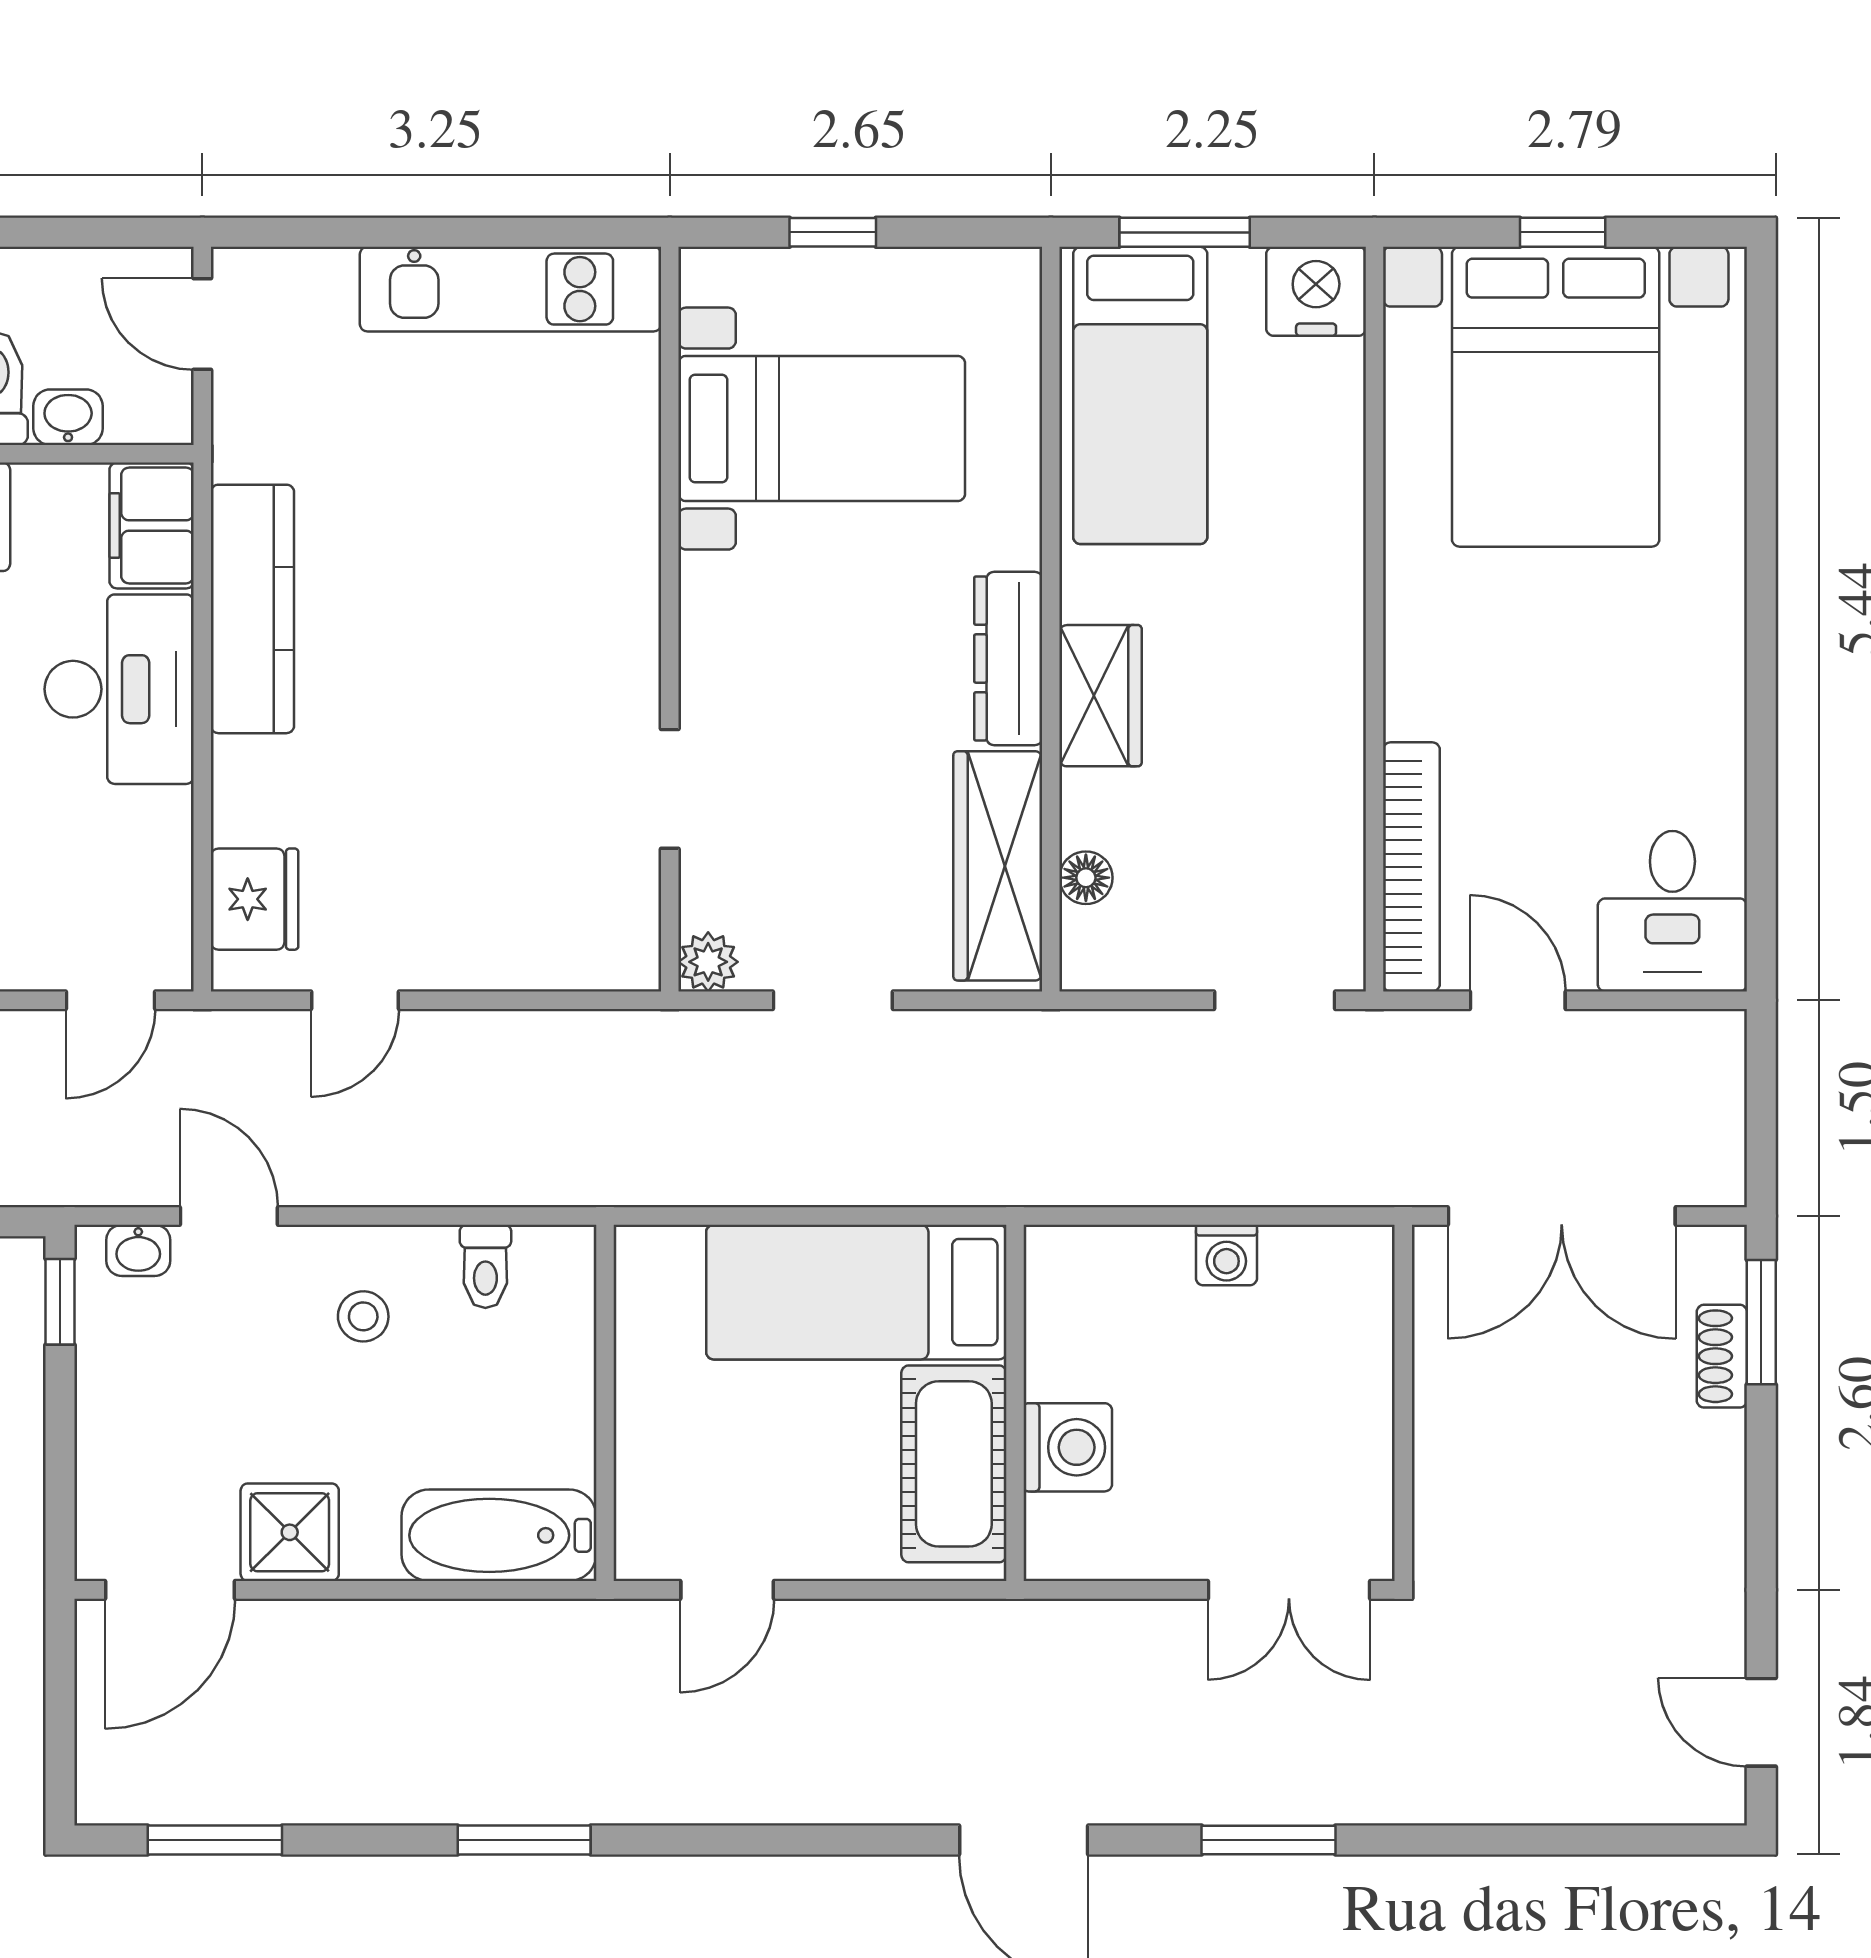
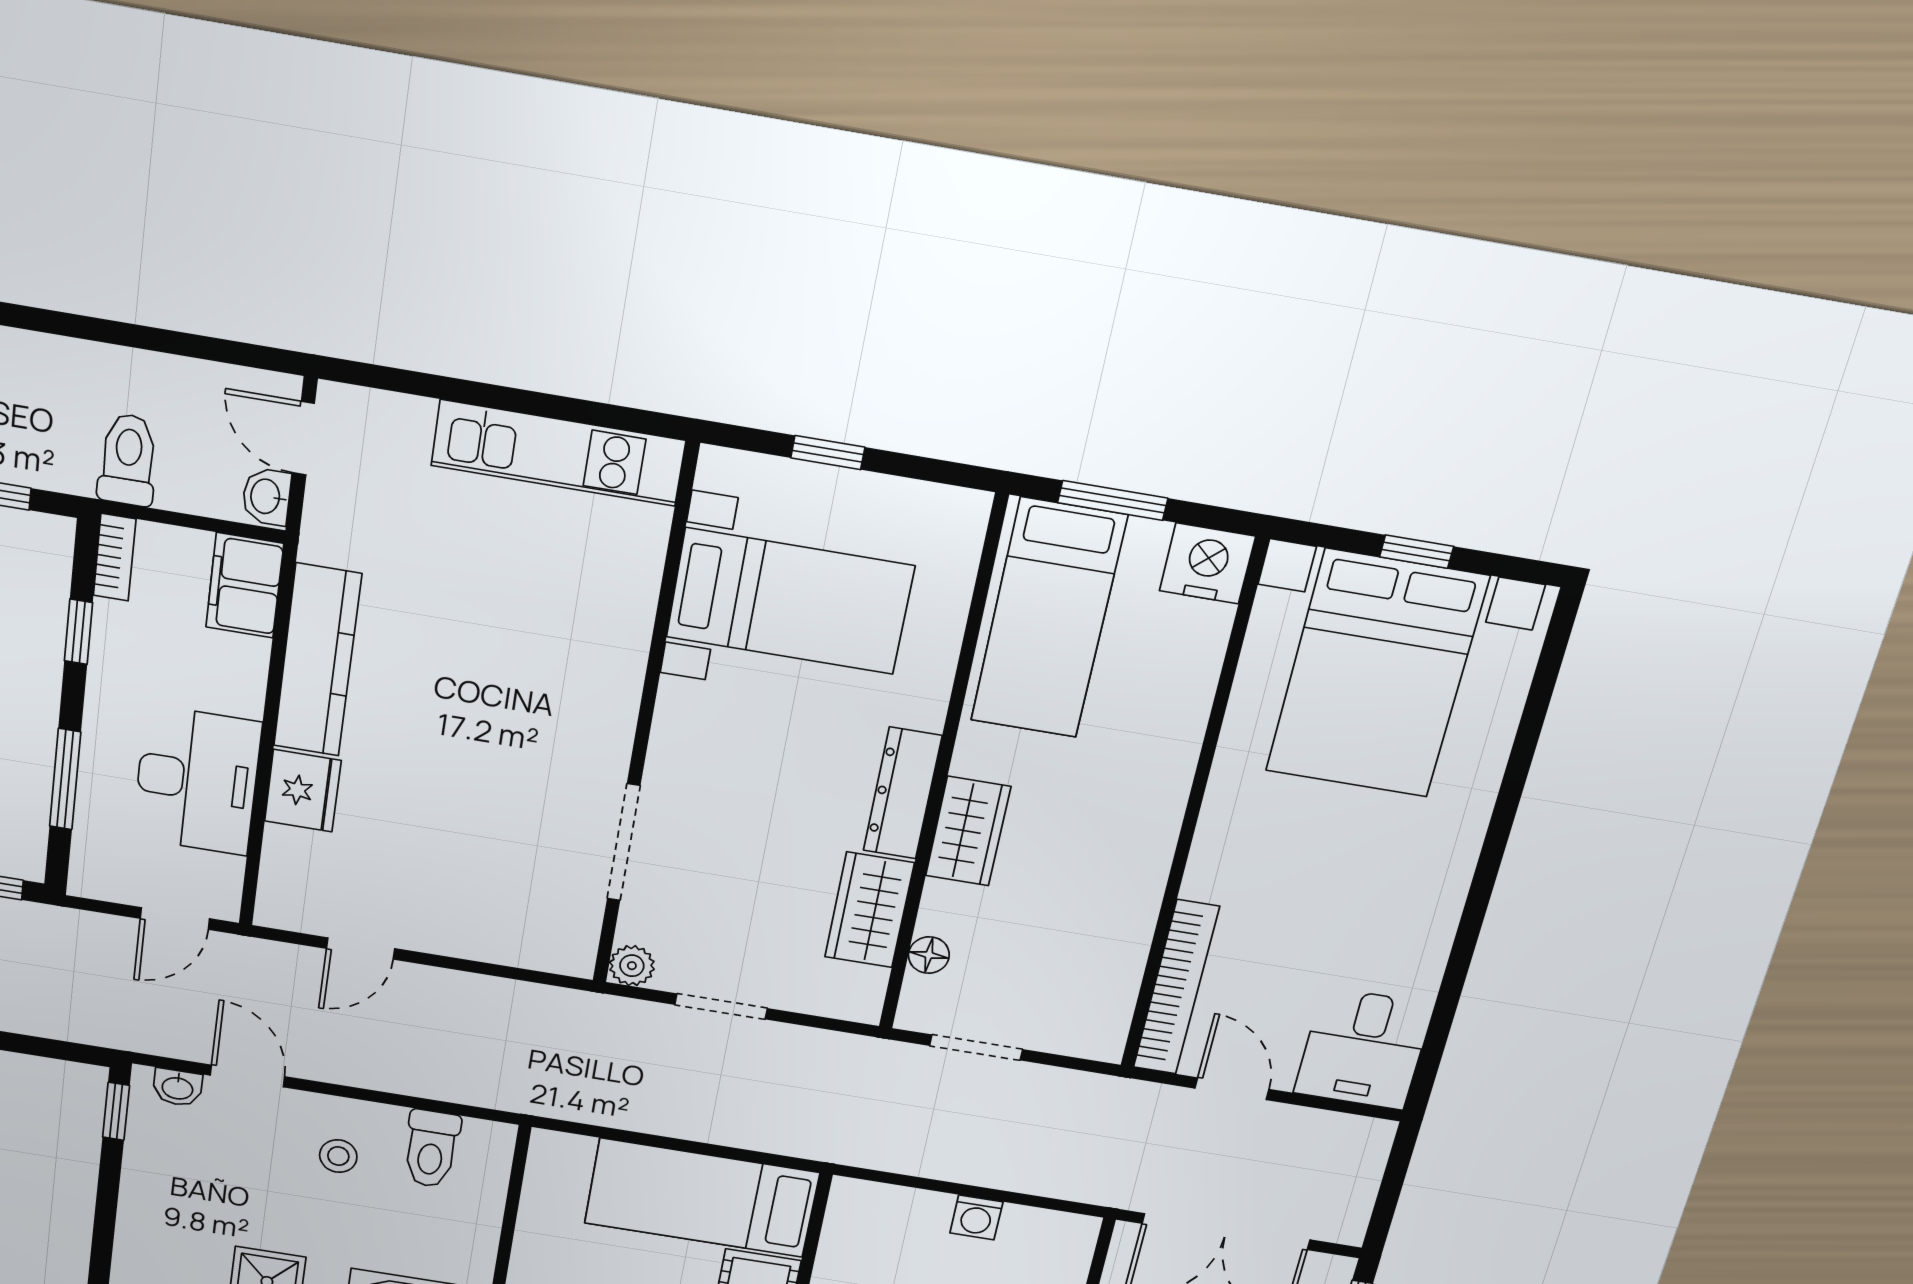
washbasin: (68, 417) -> (266, 497), moved, turned -90
desk: (119, 689) -> (197, 780), moved
doorway: (670, 789) -> (624, 842), width x1.38
wardrobe: (998, 866) -> (869, 910), width x0.67
fridge: (255, 899) -> (303, 791), moved
doorway: (1275, 1000) -> (976, 1048), moved
toilet: (485, 1266) -> (431, 1149), width x1.37, depth x1.39

